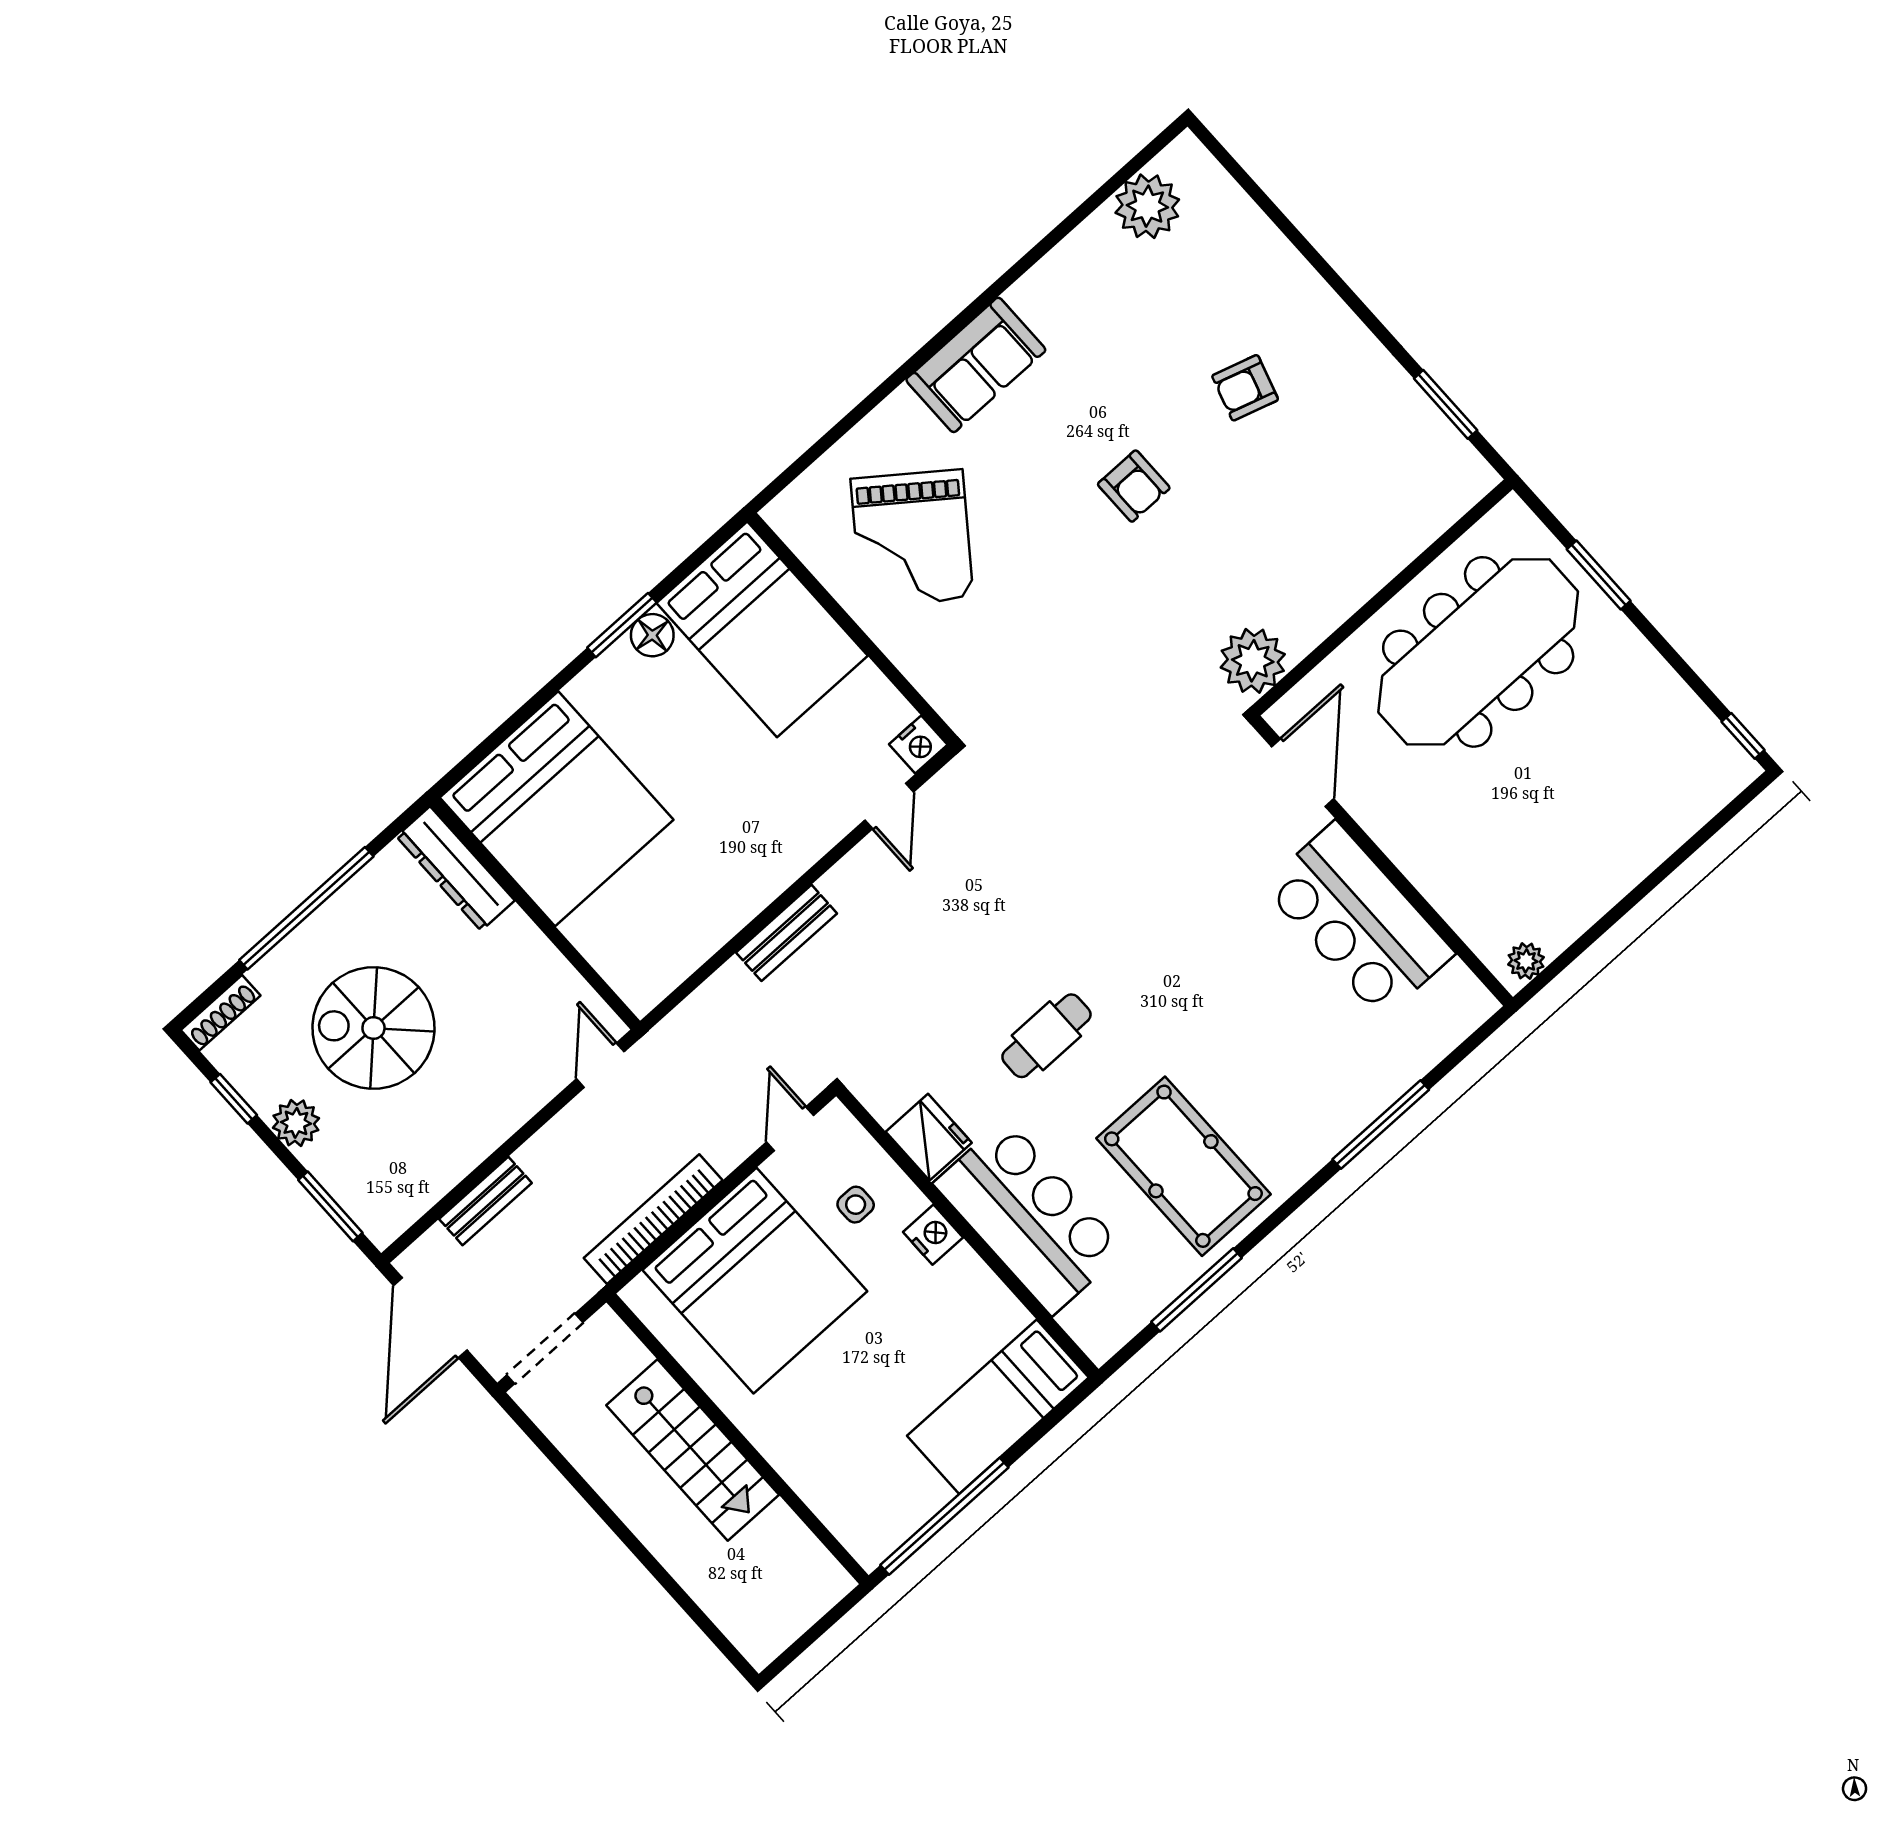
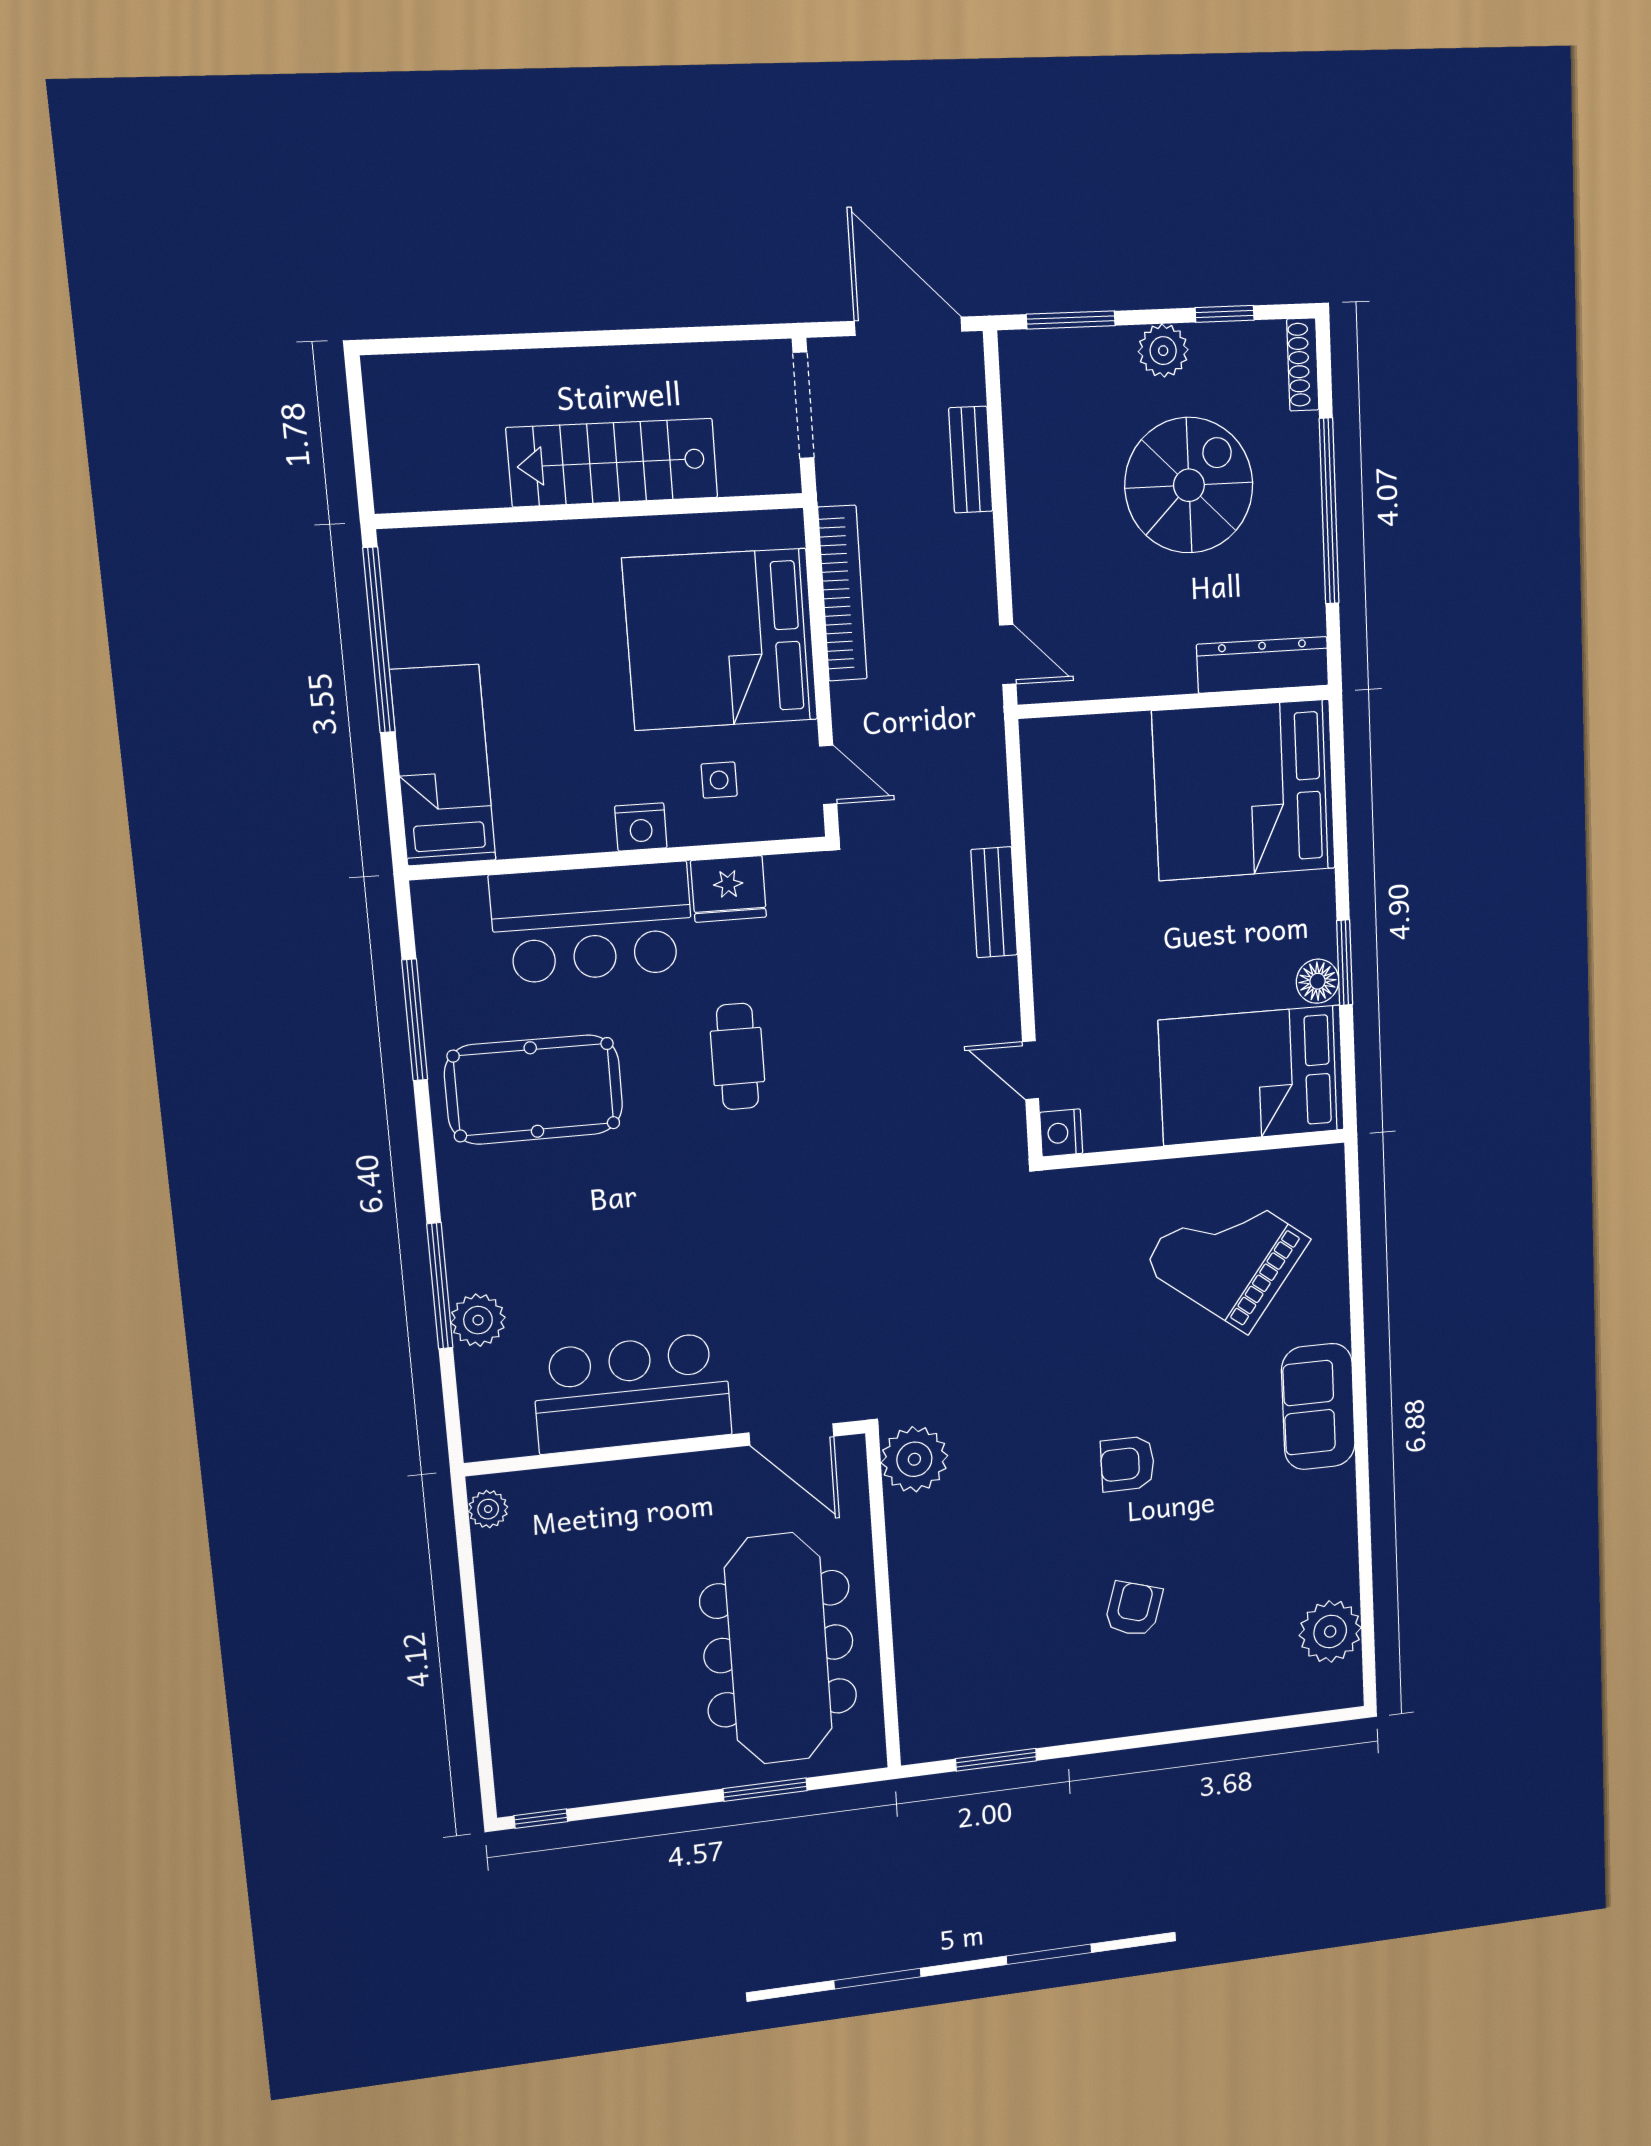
plant: (1386, 1077) -> (478, 1320), added

